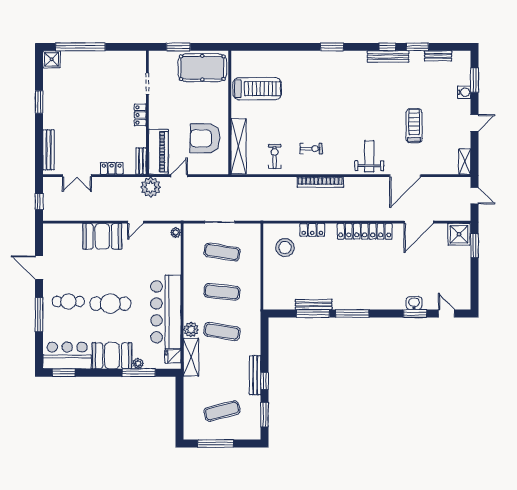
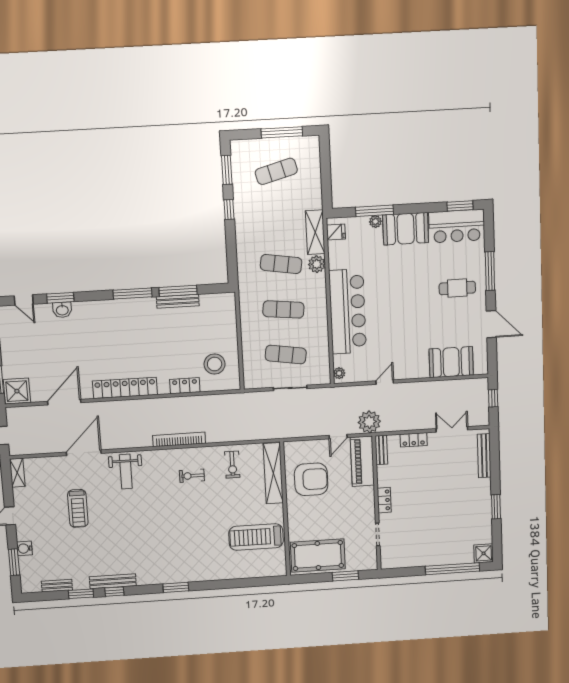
booth: (102, 236) -> (451, 362), moved
cafe table: (110, 304) -> (410, 288), removed
bar counter: (166, 312) -> (348, 311), moved
bench: (255, 375) -> (240, 216), removed

